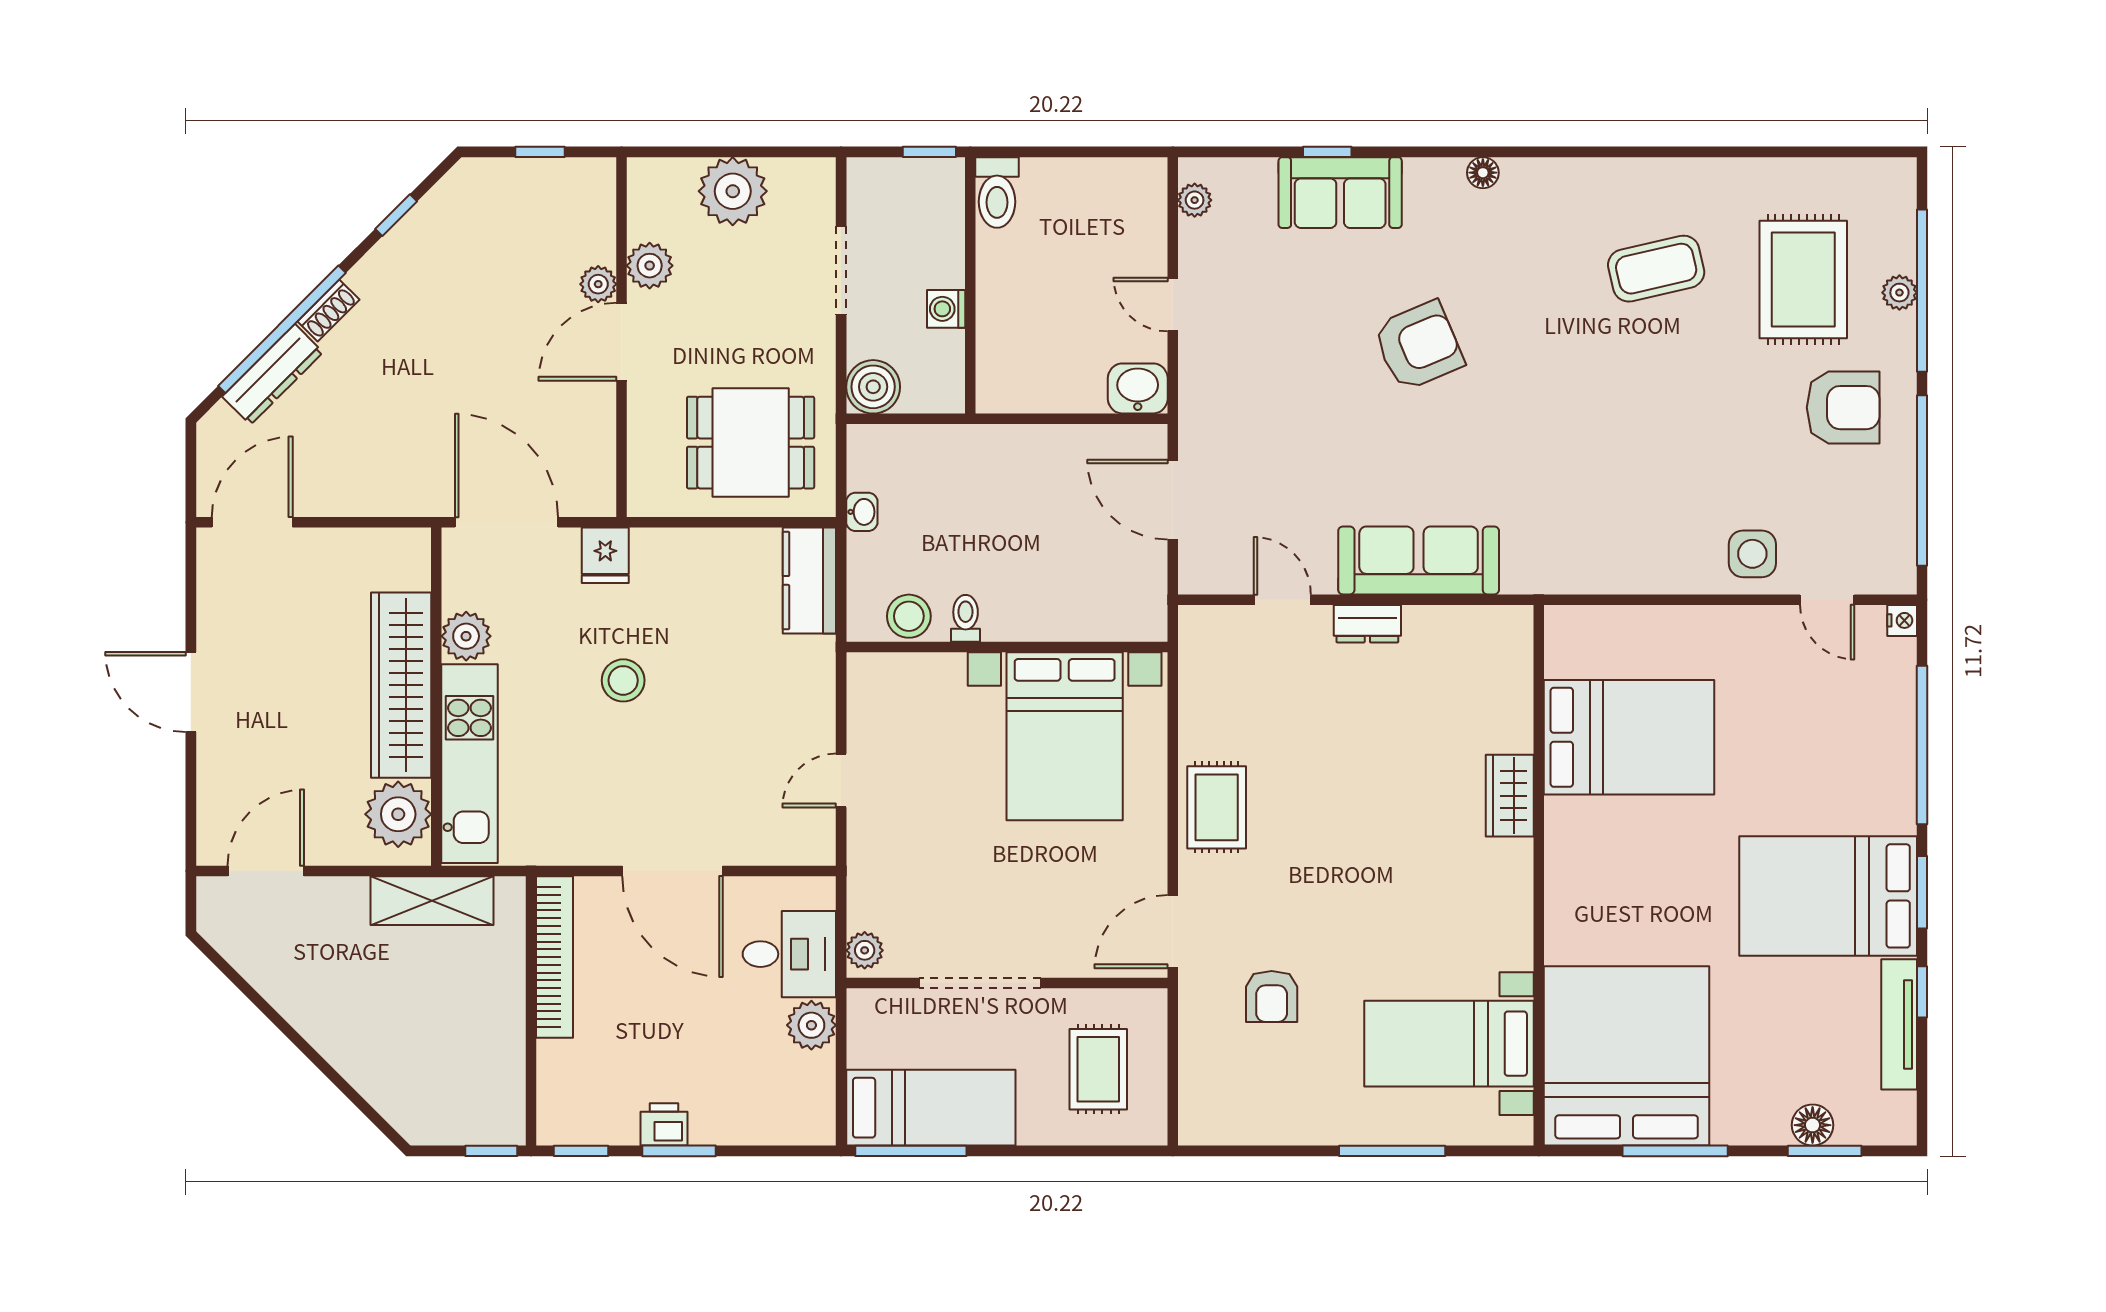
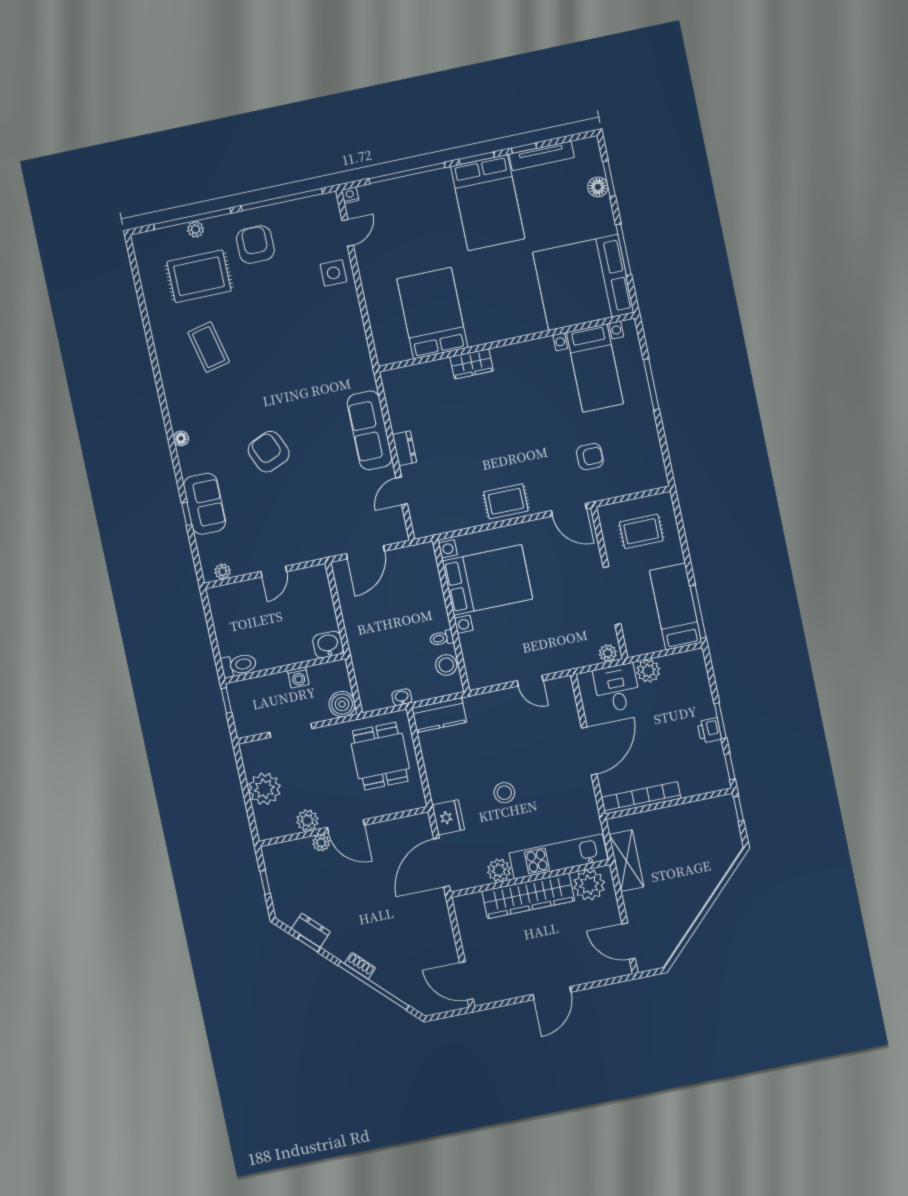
dresser: (273, 374) -> (311, 930), moved, width x0.70
washbasin: (1138, 388) -> (328, 645), moved, turned 90
fridge: (605, 555) -> (448, 817), width x1.38

